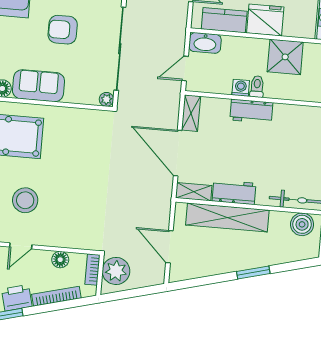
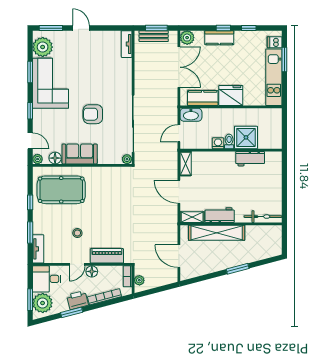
shower: (285, 57) -> (246, 137), moved
workbench: (251, 111) -> (250, 159), moved
door: (178, 153) -> (179, 192), width x0.73
stool: (25, 200) -> (77, 233), width x0.53, depth x0.53
boiler: (302, 224) -> (268, 233), removed
piano: (65, 237) -> (107, 256), added
floor lamp: (60, 260) -> (92, 271), moved
plant: (116, 271) -> (139, 280), width x0.53, depth x0.53

